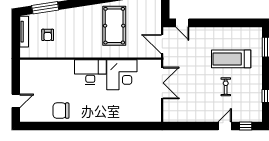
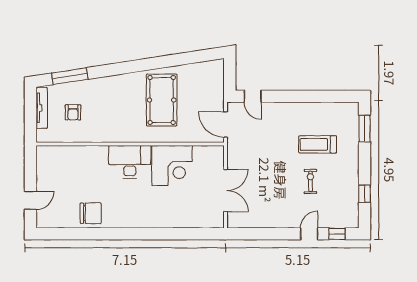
treadmill: (231, 59) -> (318, 144), width x0.73, depth x0.73
double door: (162, 83) -> (226, 191), moved
chair: (61, 111) -> (91, 213), turned 180

